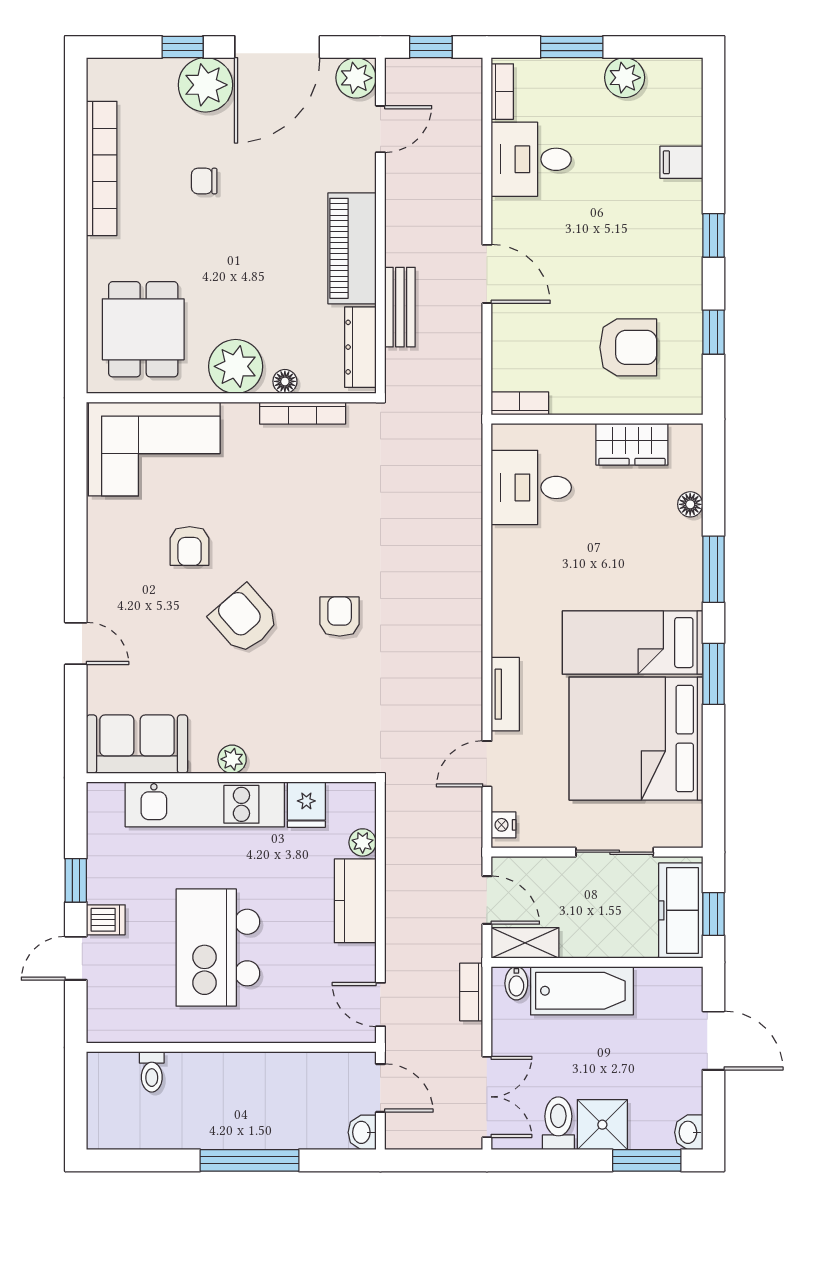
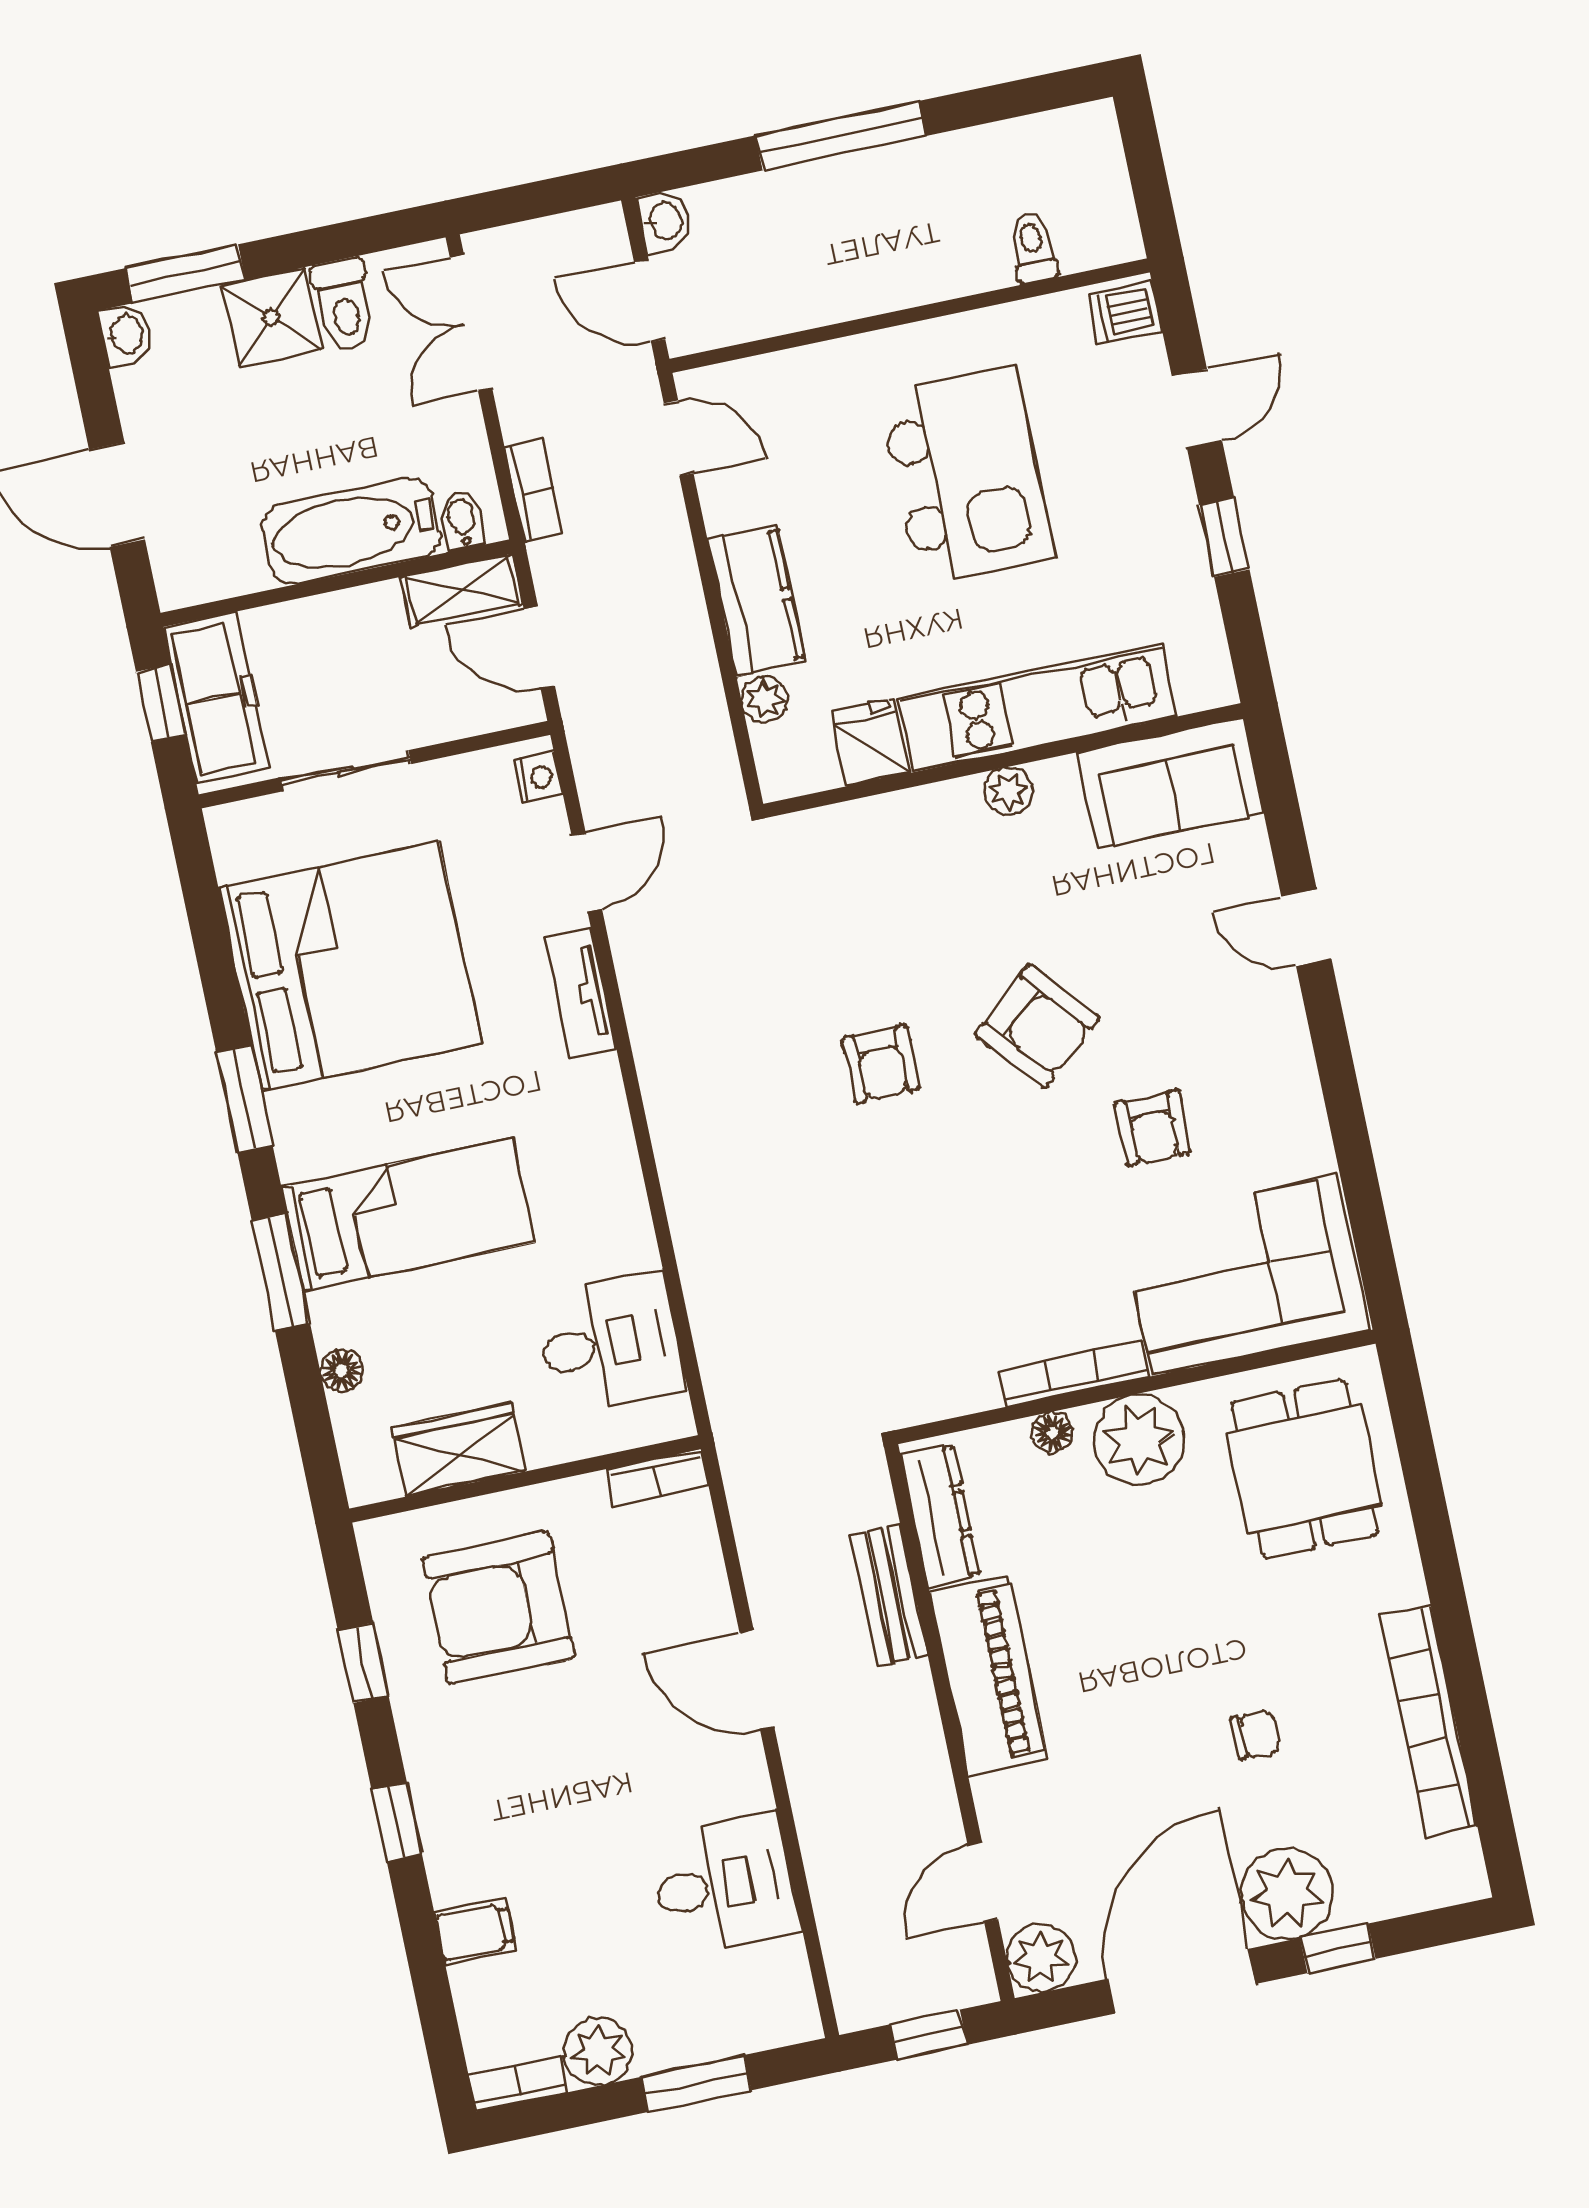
bookcase: (502, 92) -> (518, 2084), moved, turned 90
armchair: (628, 347) -> (498, 1608), width x1.36, depth x1.36
bookcase: (303, 413) -> (1073, 1374), moved
armchair: (190, 546) -> (1153, 1128), turned 180
bed: (633, 643) -> (408, 1215), moved
dishwasher: (106, 920) -> (1125, 313), moved

